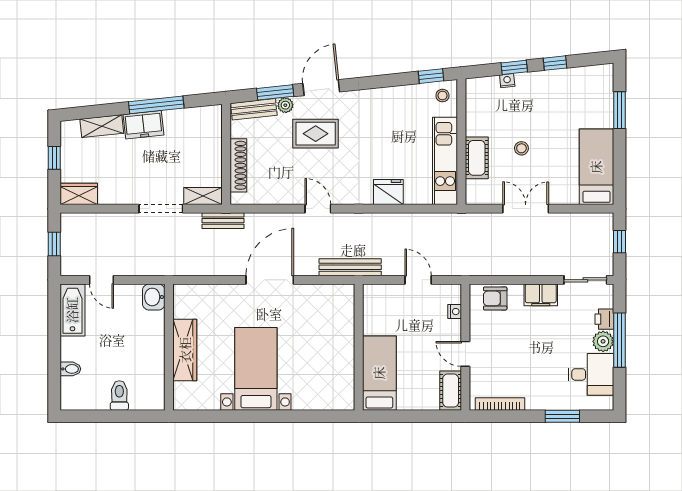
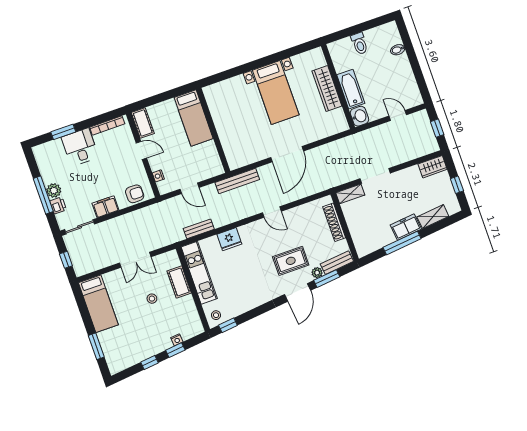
bench: (223, 221) -> (199, 229), moved
bathtub: (72, 310) -> (351, 89), moved, turned 180
desk: (591, 374) -> (80, 147), moved, turned 90

